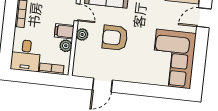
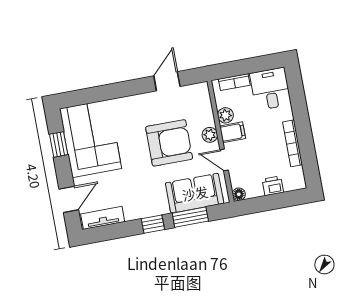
armchair: (115, 38) -> (169, 143), width x1.36, depth x1.36
window: (199, 62) -> (59, 144), added

